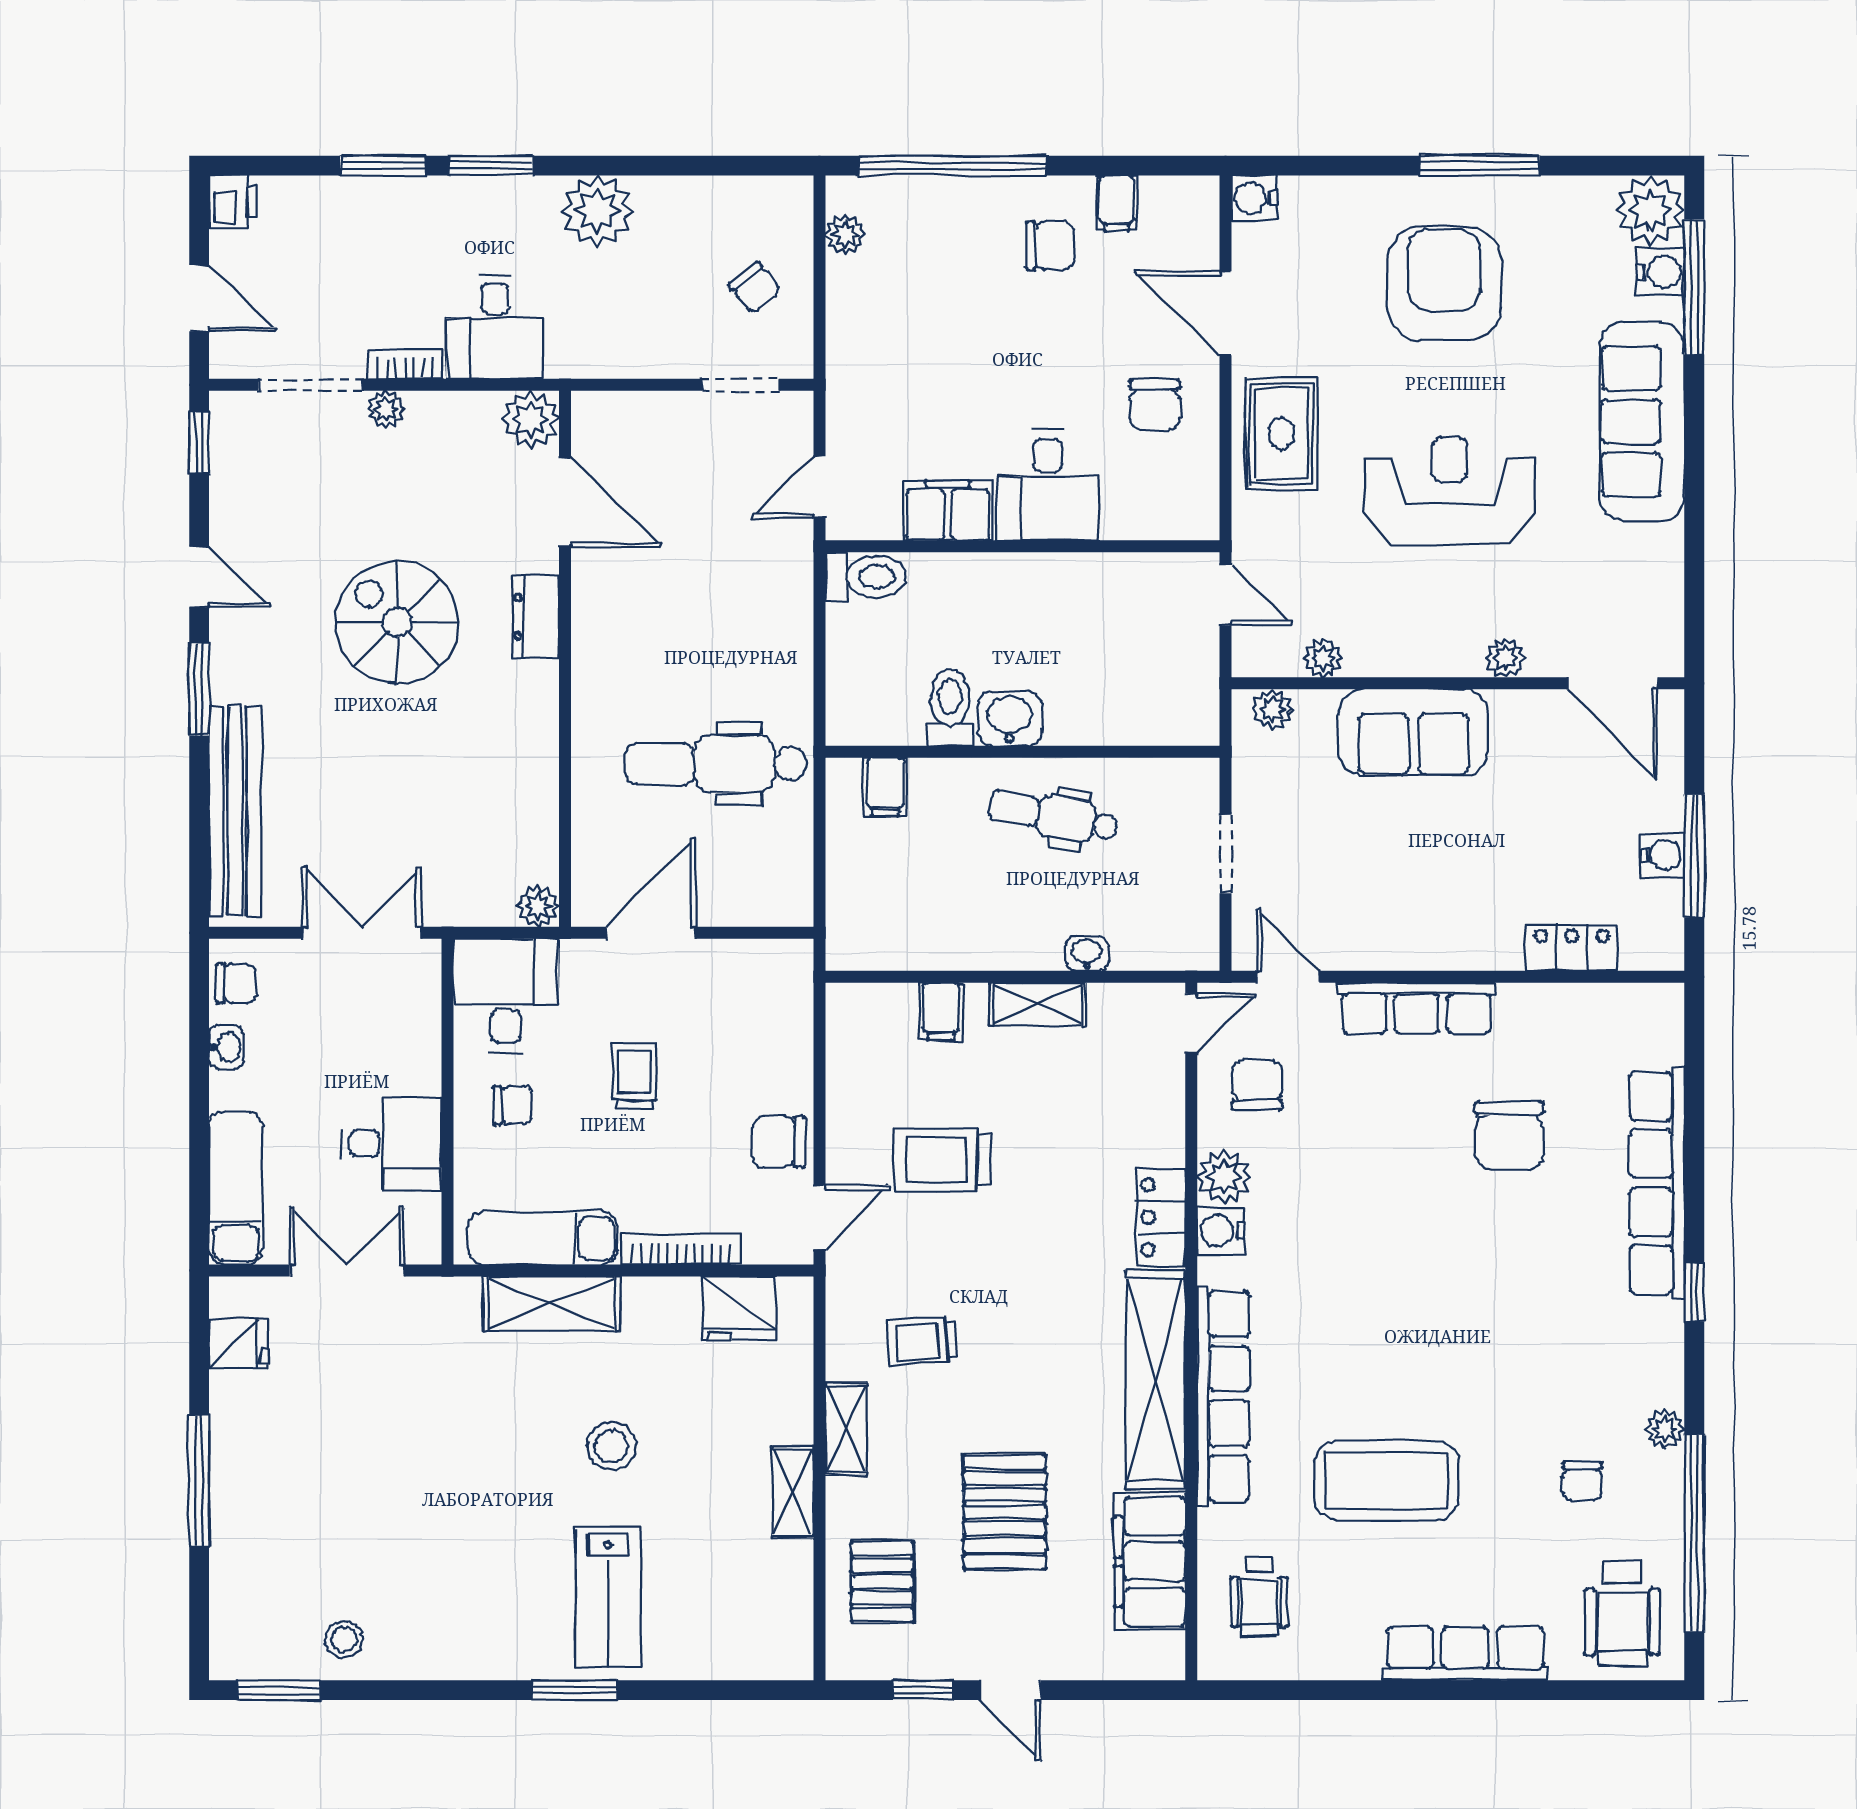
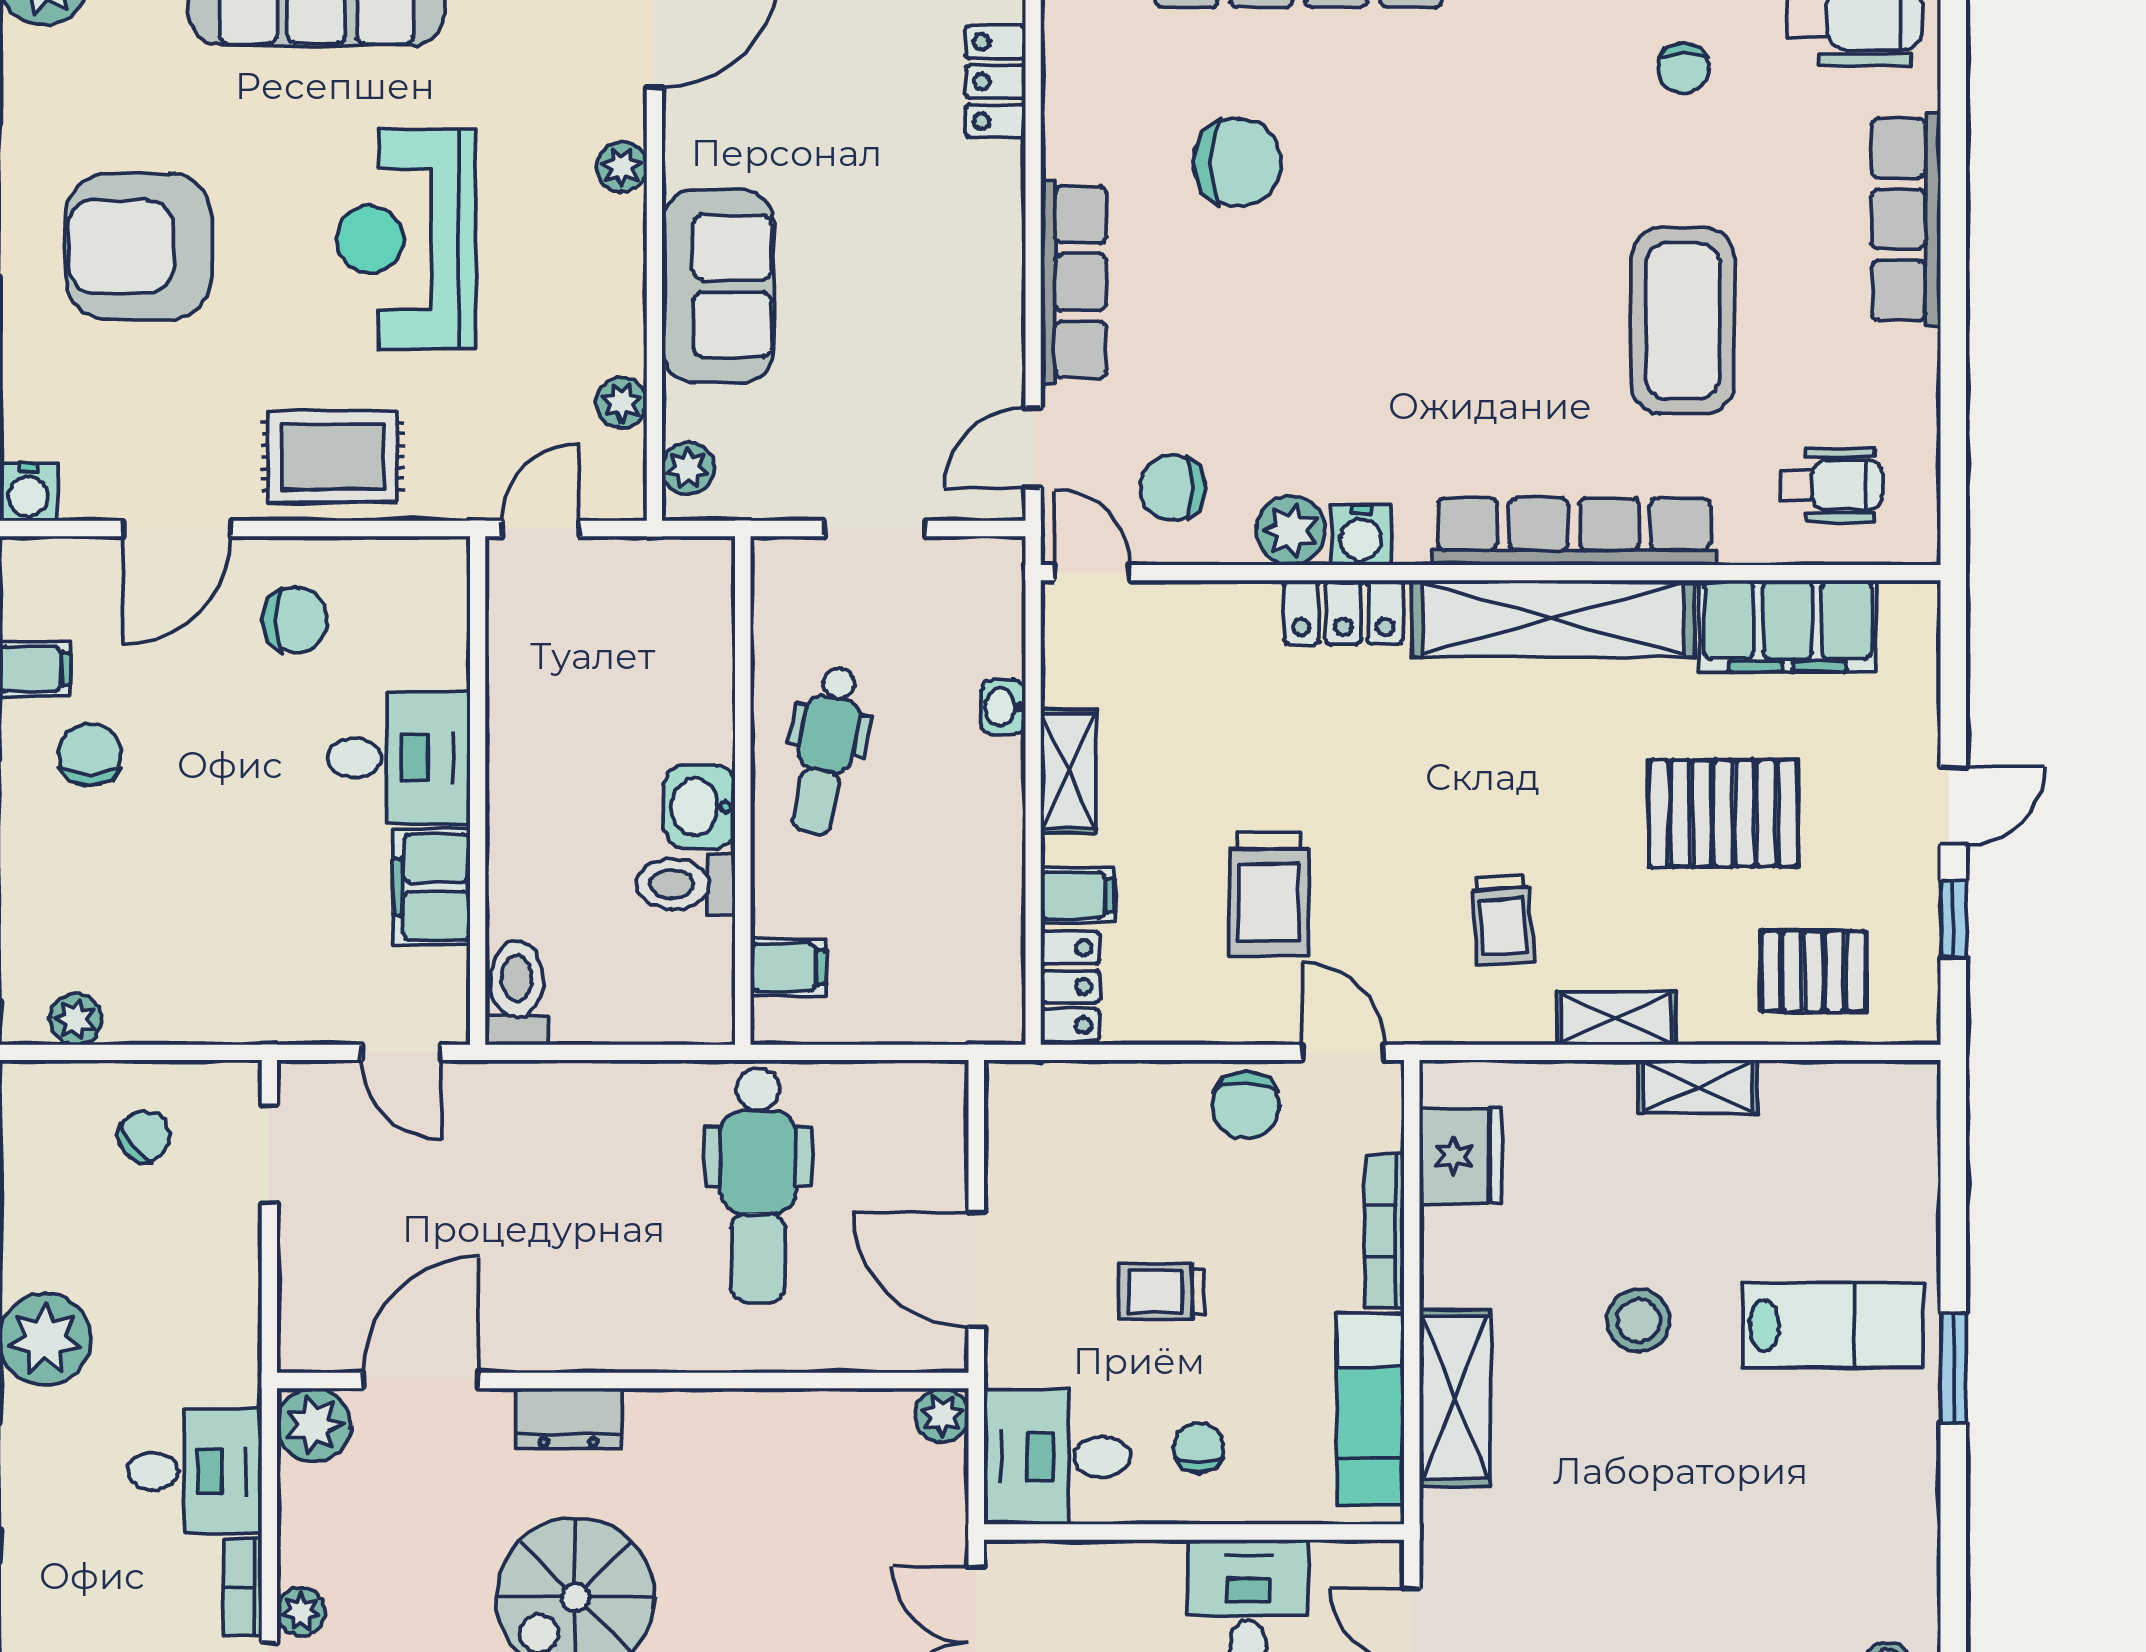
locker: (870, 1006) -> (1070, 987), added
chair: (1582, 1481) -> (1683, 68), turned 90

